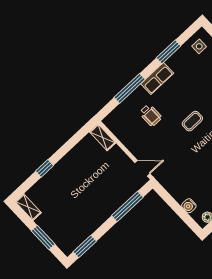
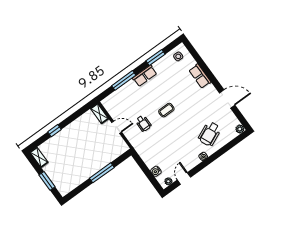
wheelchair: (150, 115) -> (143, 123), moved
door: (142, 168) -> (117, 127), moved
window: (127, 206) -> (102, 173), moved
window: (85, 246) -> (76, 191), removed

